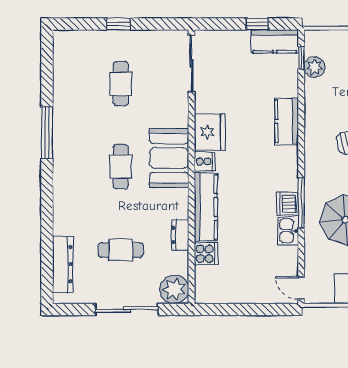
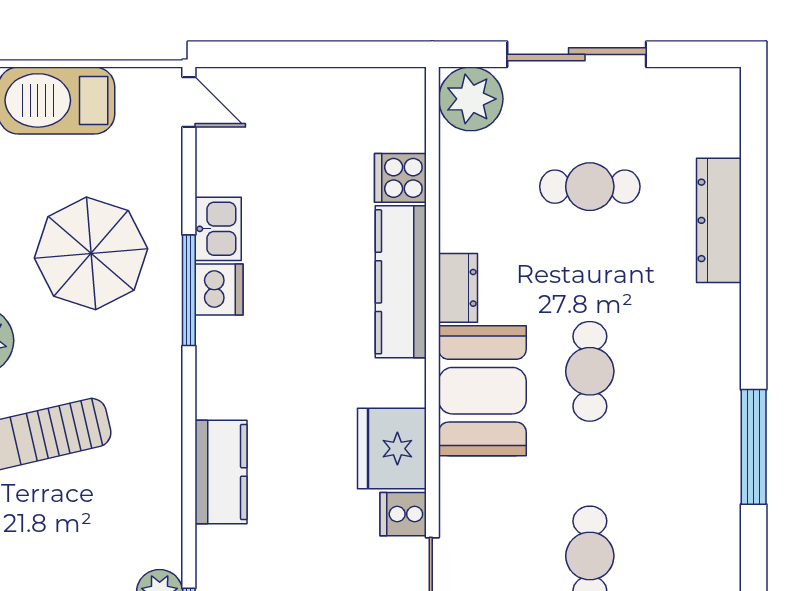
cooker: (205, 161) -> (403, 514), moved
dresser: (180, 235) -> (458, 288), moved
dresser: (63, 264) -> (719, 220), moved

